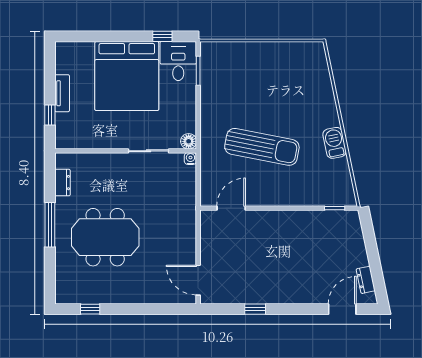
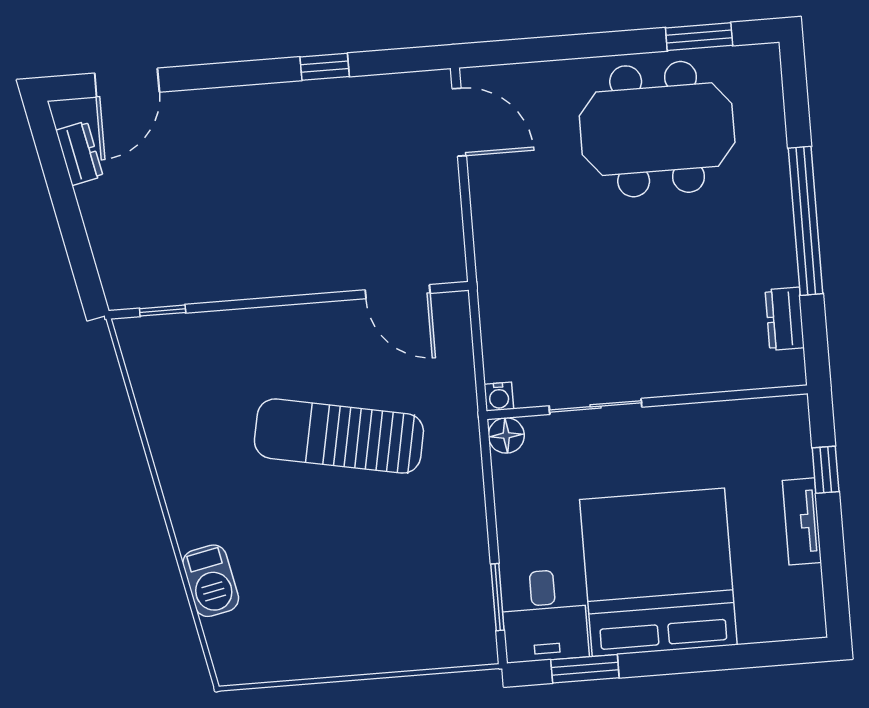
window: (162, 36) -> (585, 669), width x1.50
barbecue: (335, 143) -> (211, 581), moved
door: (231, 208) -> (398, 292), hinge flipped
window: (50, 225) -> (806, 221), width x1.46
meeting table: (105, 237) -> (657, 129), moved
window: (90, 309) -> (699, 37), width x1.50

